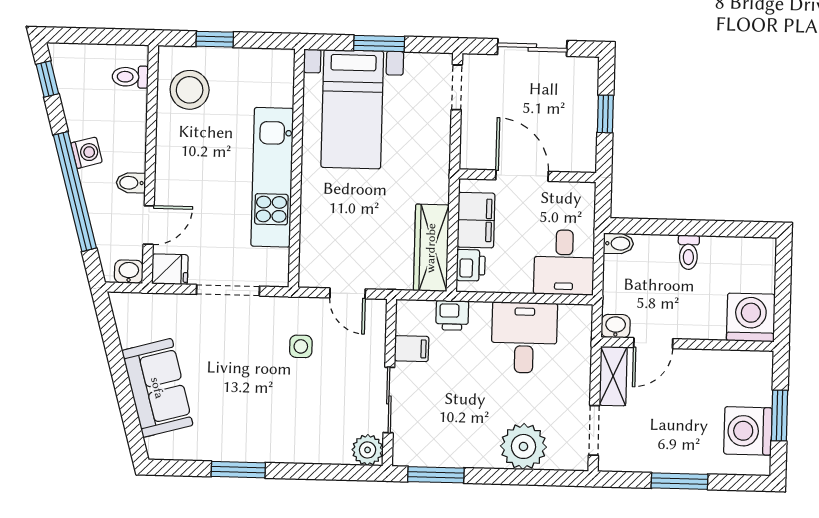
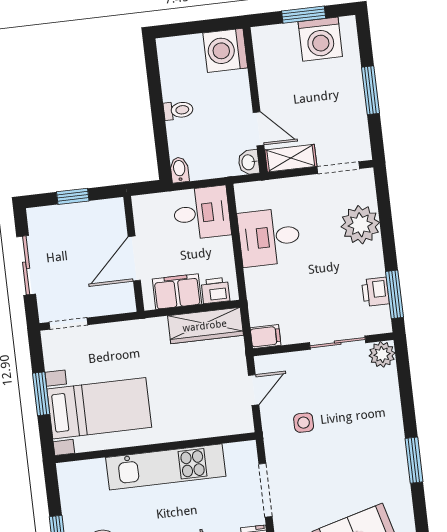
printer: (452, 315) -> (375, 292), moved, turned 180
filing cabinet: (412, 349) -> (266, 337), moved, turned 90

